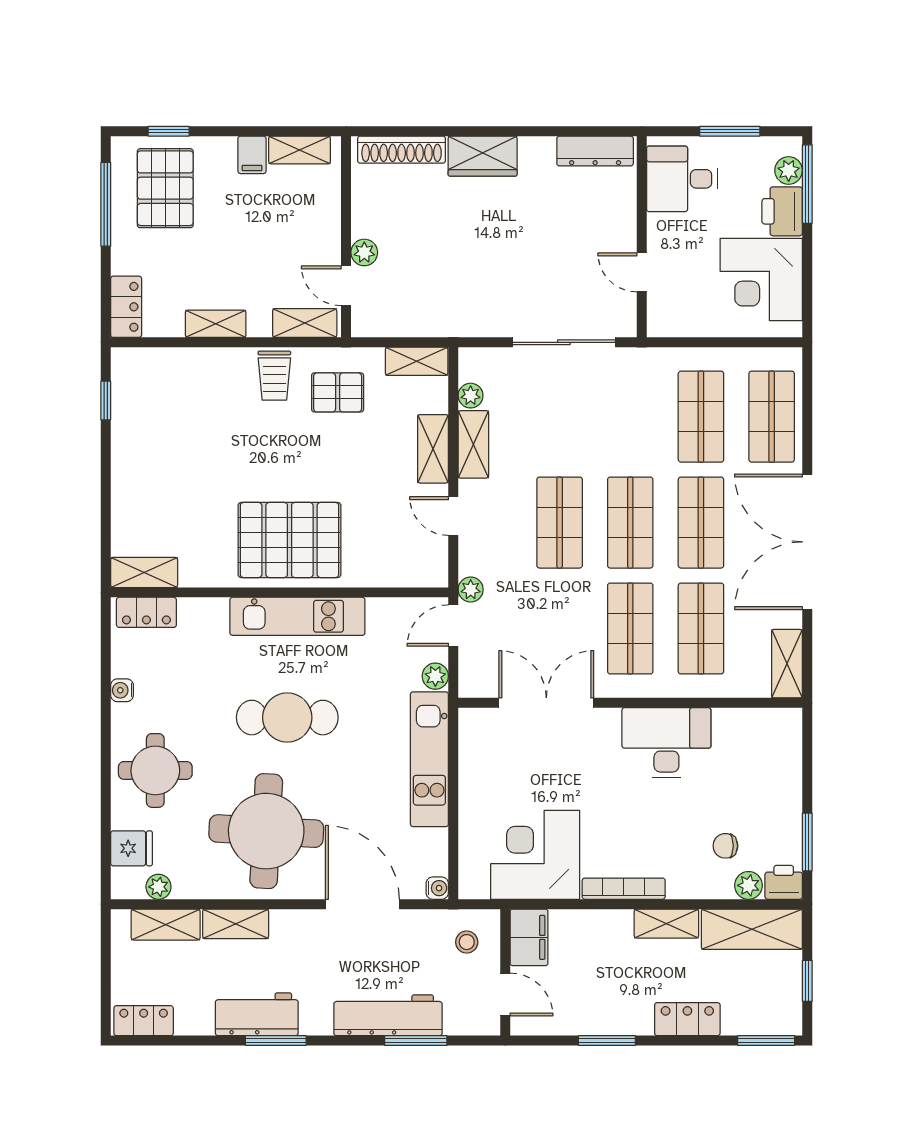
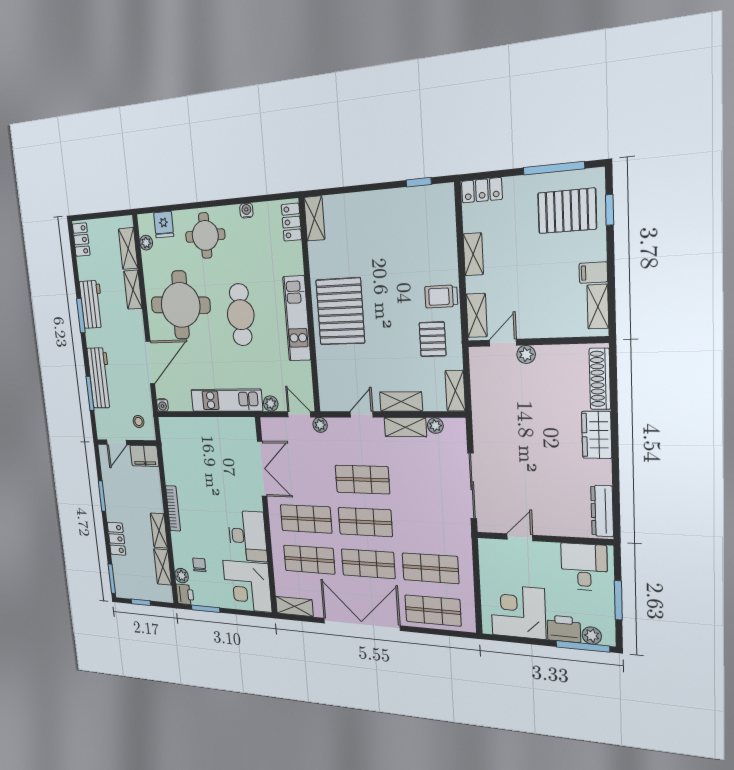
corner desk: (535, 855) -> (247, 586), moved, turned 180
shelving: (752, 929) -> (163, 567), width x0.67, depth x0.75

